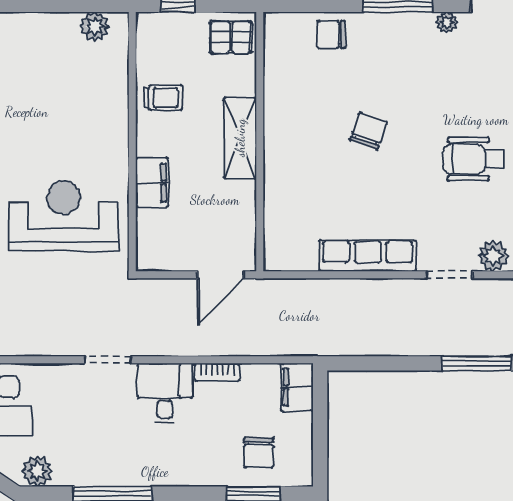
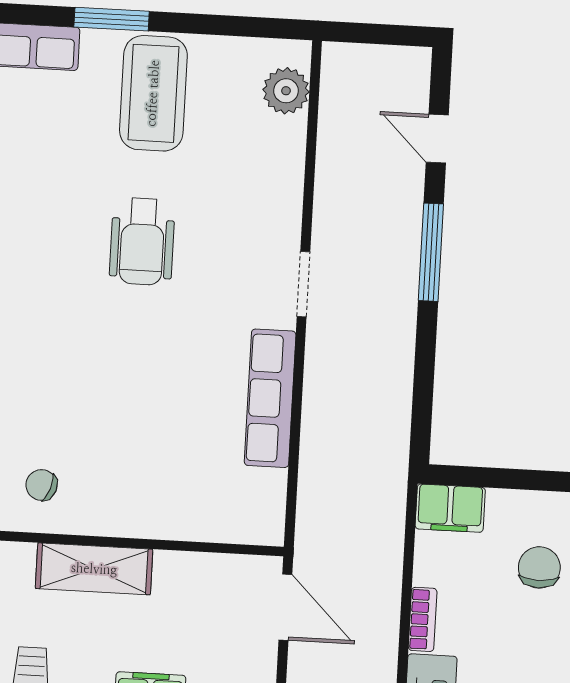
chair: (368, 131) -> (41, 485), moved, width x0.73, depth x0.73
plant: (493, 256) -> (280, 221), removed
chair: (259, 452) -> (539, 567), turned -90

